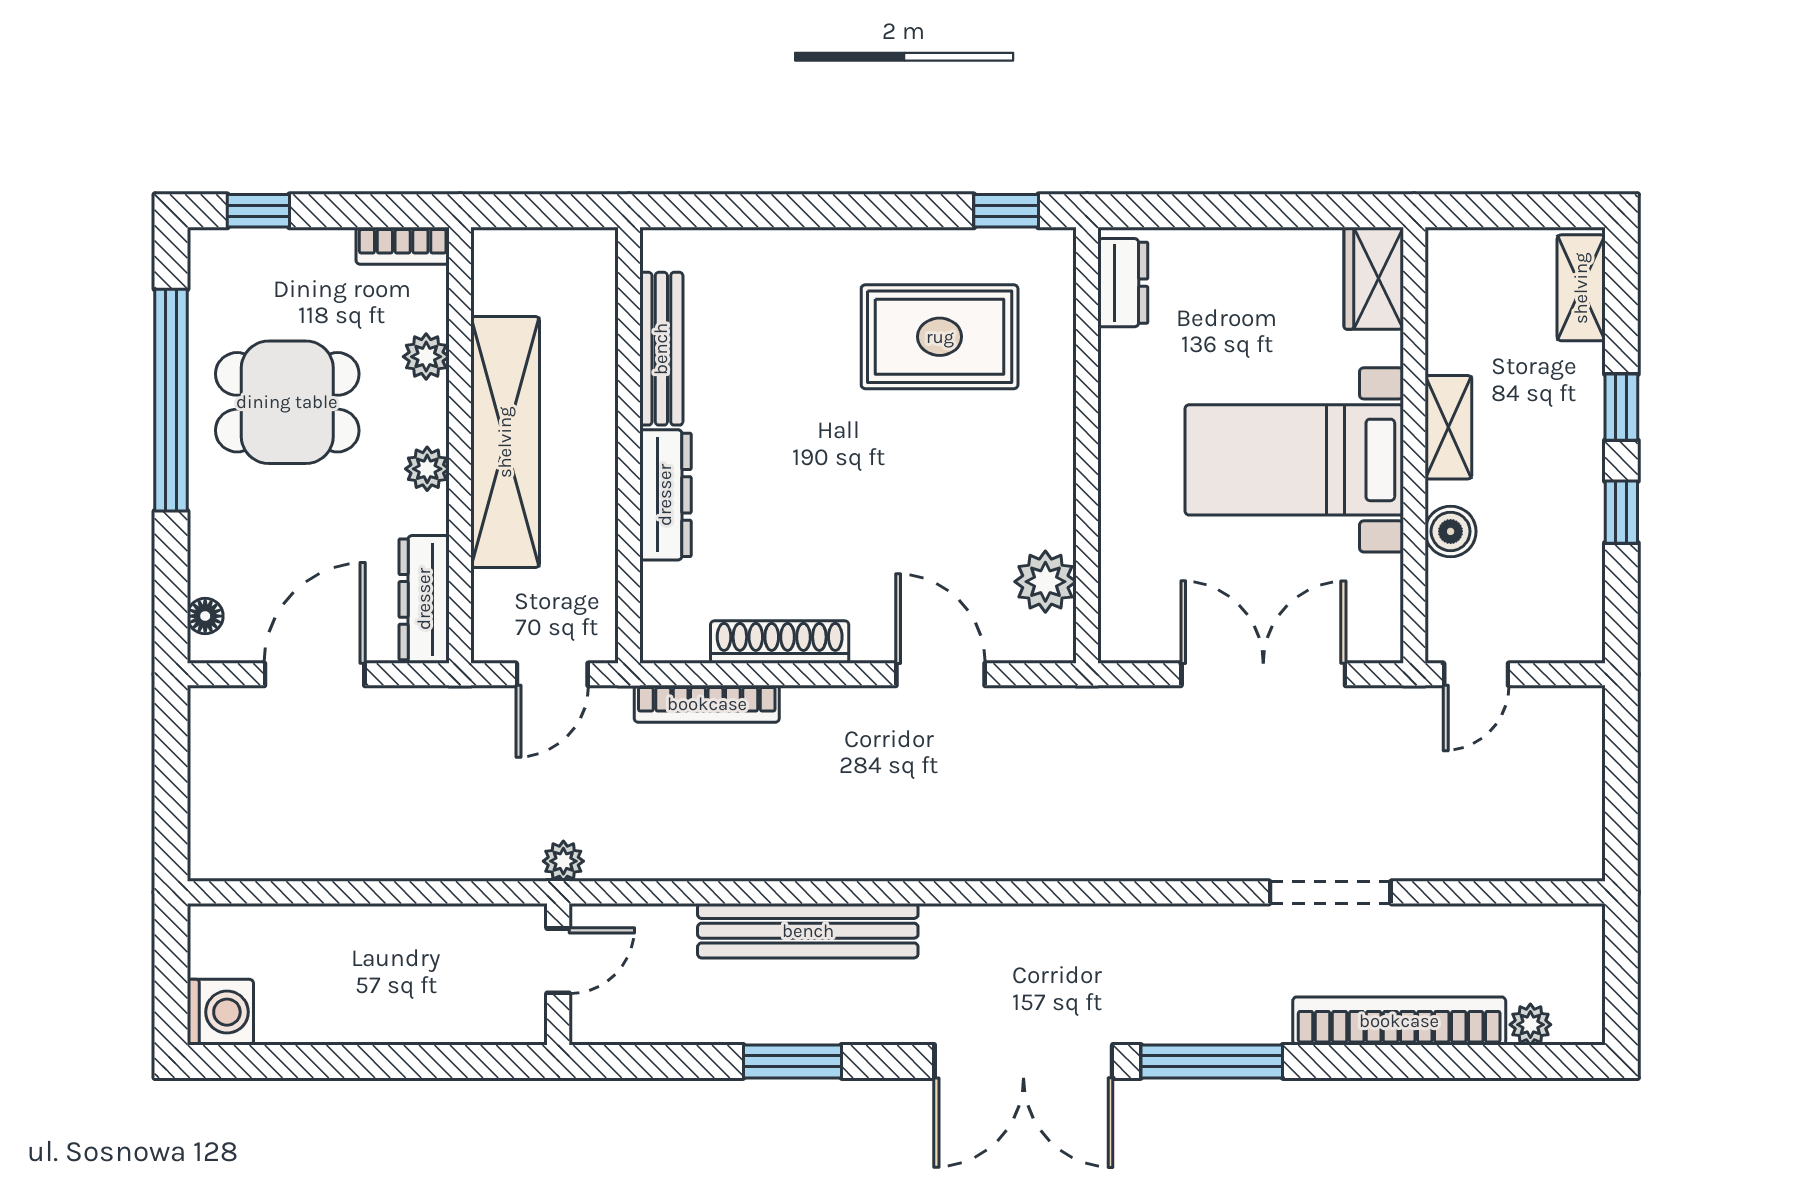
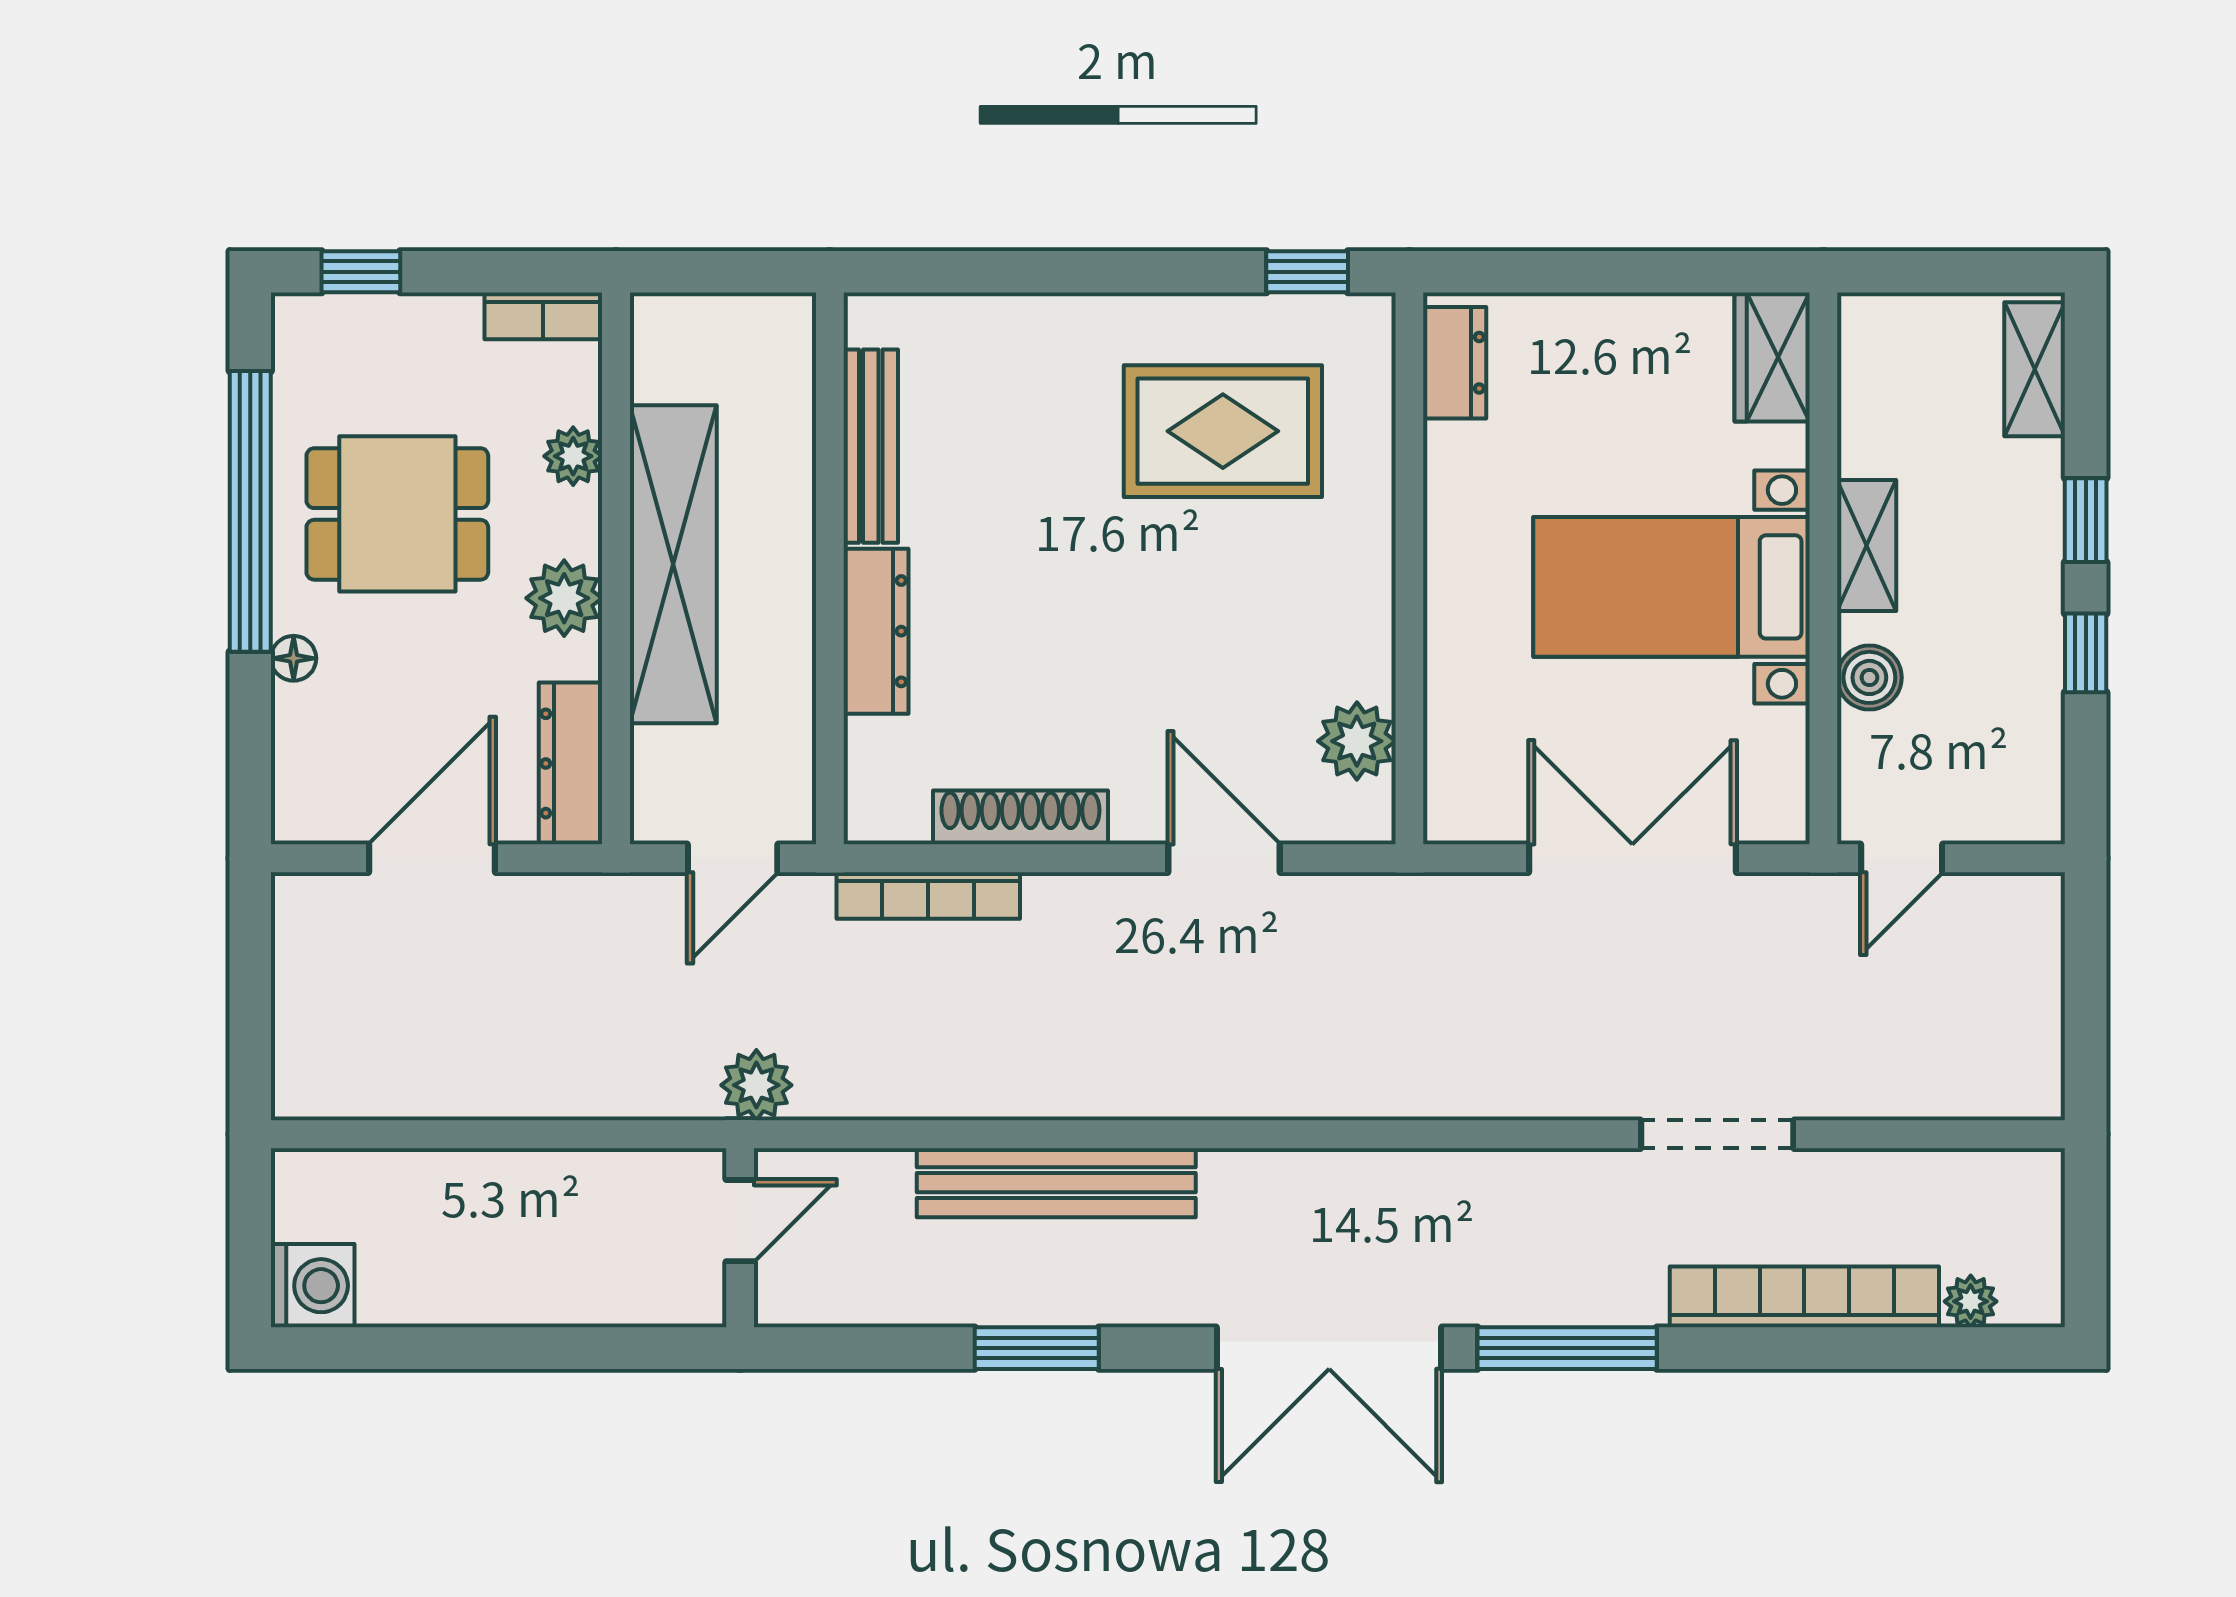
plant: (427, 469) -> (564, 598), width x1.38, depth x1.38
floor lamp: (205, 616) -> (294, 658), moved
plant: (563, 861) -> (756, 1085), width x1.38, depth x1.38

